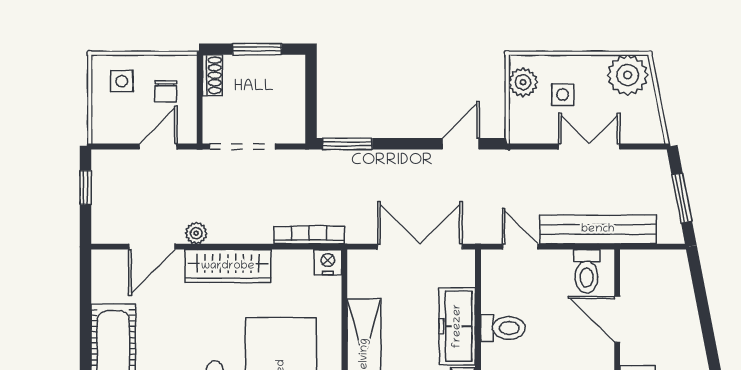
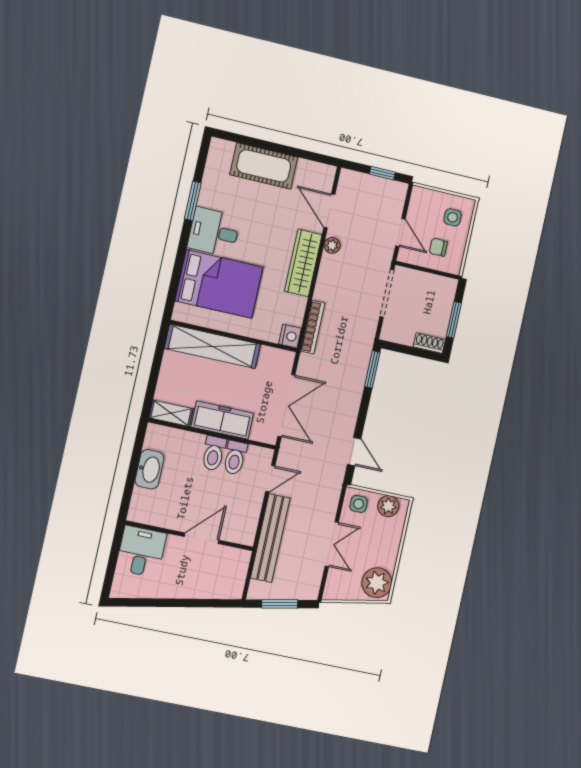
shoe rack: (212, 75) -> (429, 343), moved, turned 180
side table: (563, 94) -> (359, 504), moved
toilet: (586, 271) -> (235, 458), moved, turned -90

